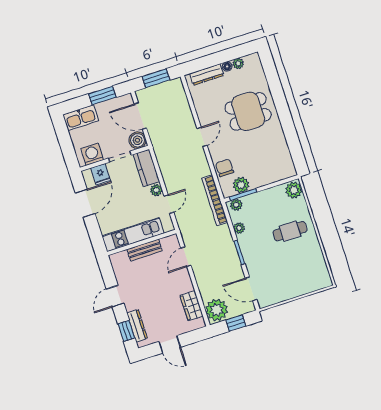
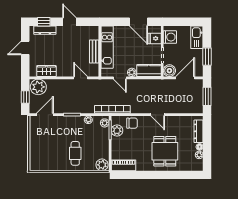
piano: (285, 161) -> (123, 165), added

